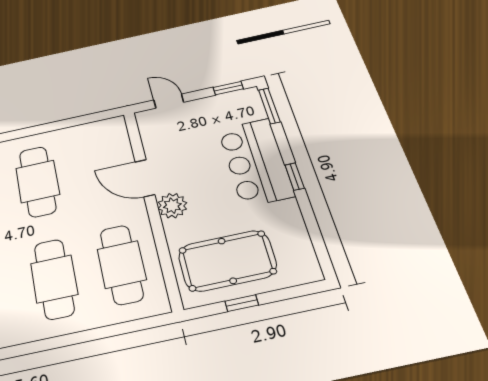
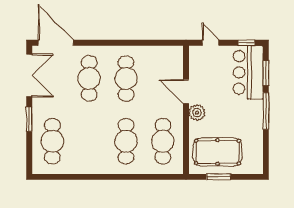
window: (269, 106) -> (266, 73), moved
bar counter: (256, 162) -> (248, 72), moved
window: (295, 177) -> (266, 111), width x2.17
window: (242, 303) -> (219, 177), width x1.50

